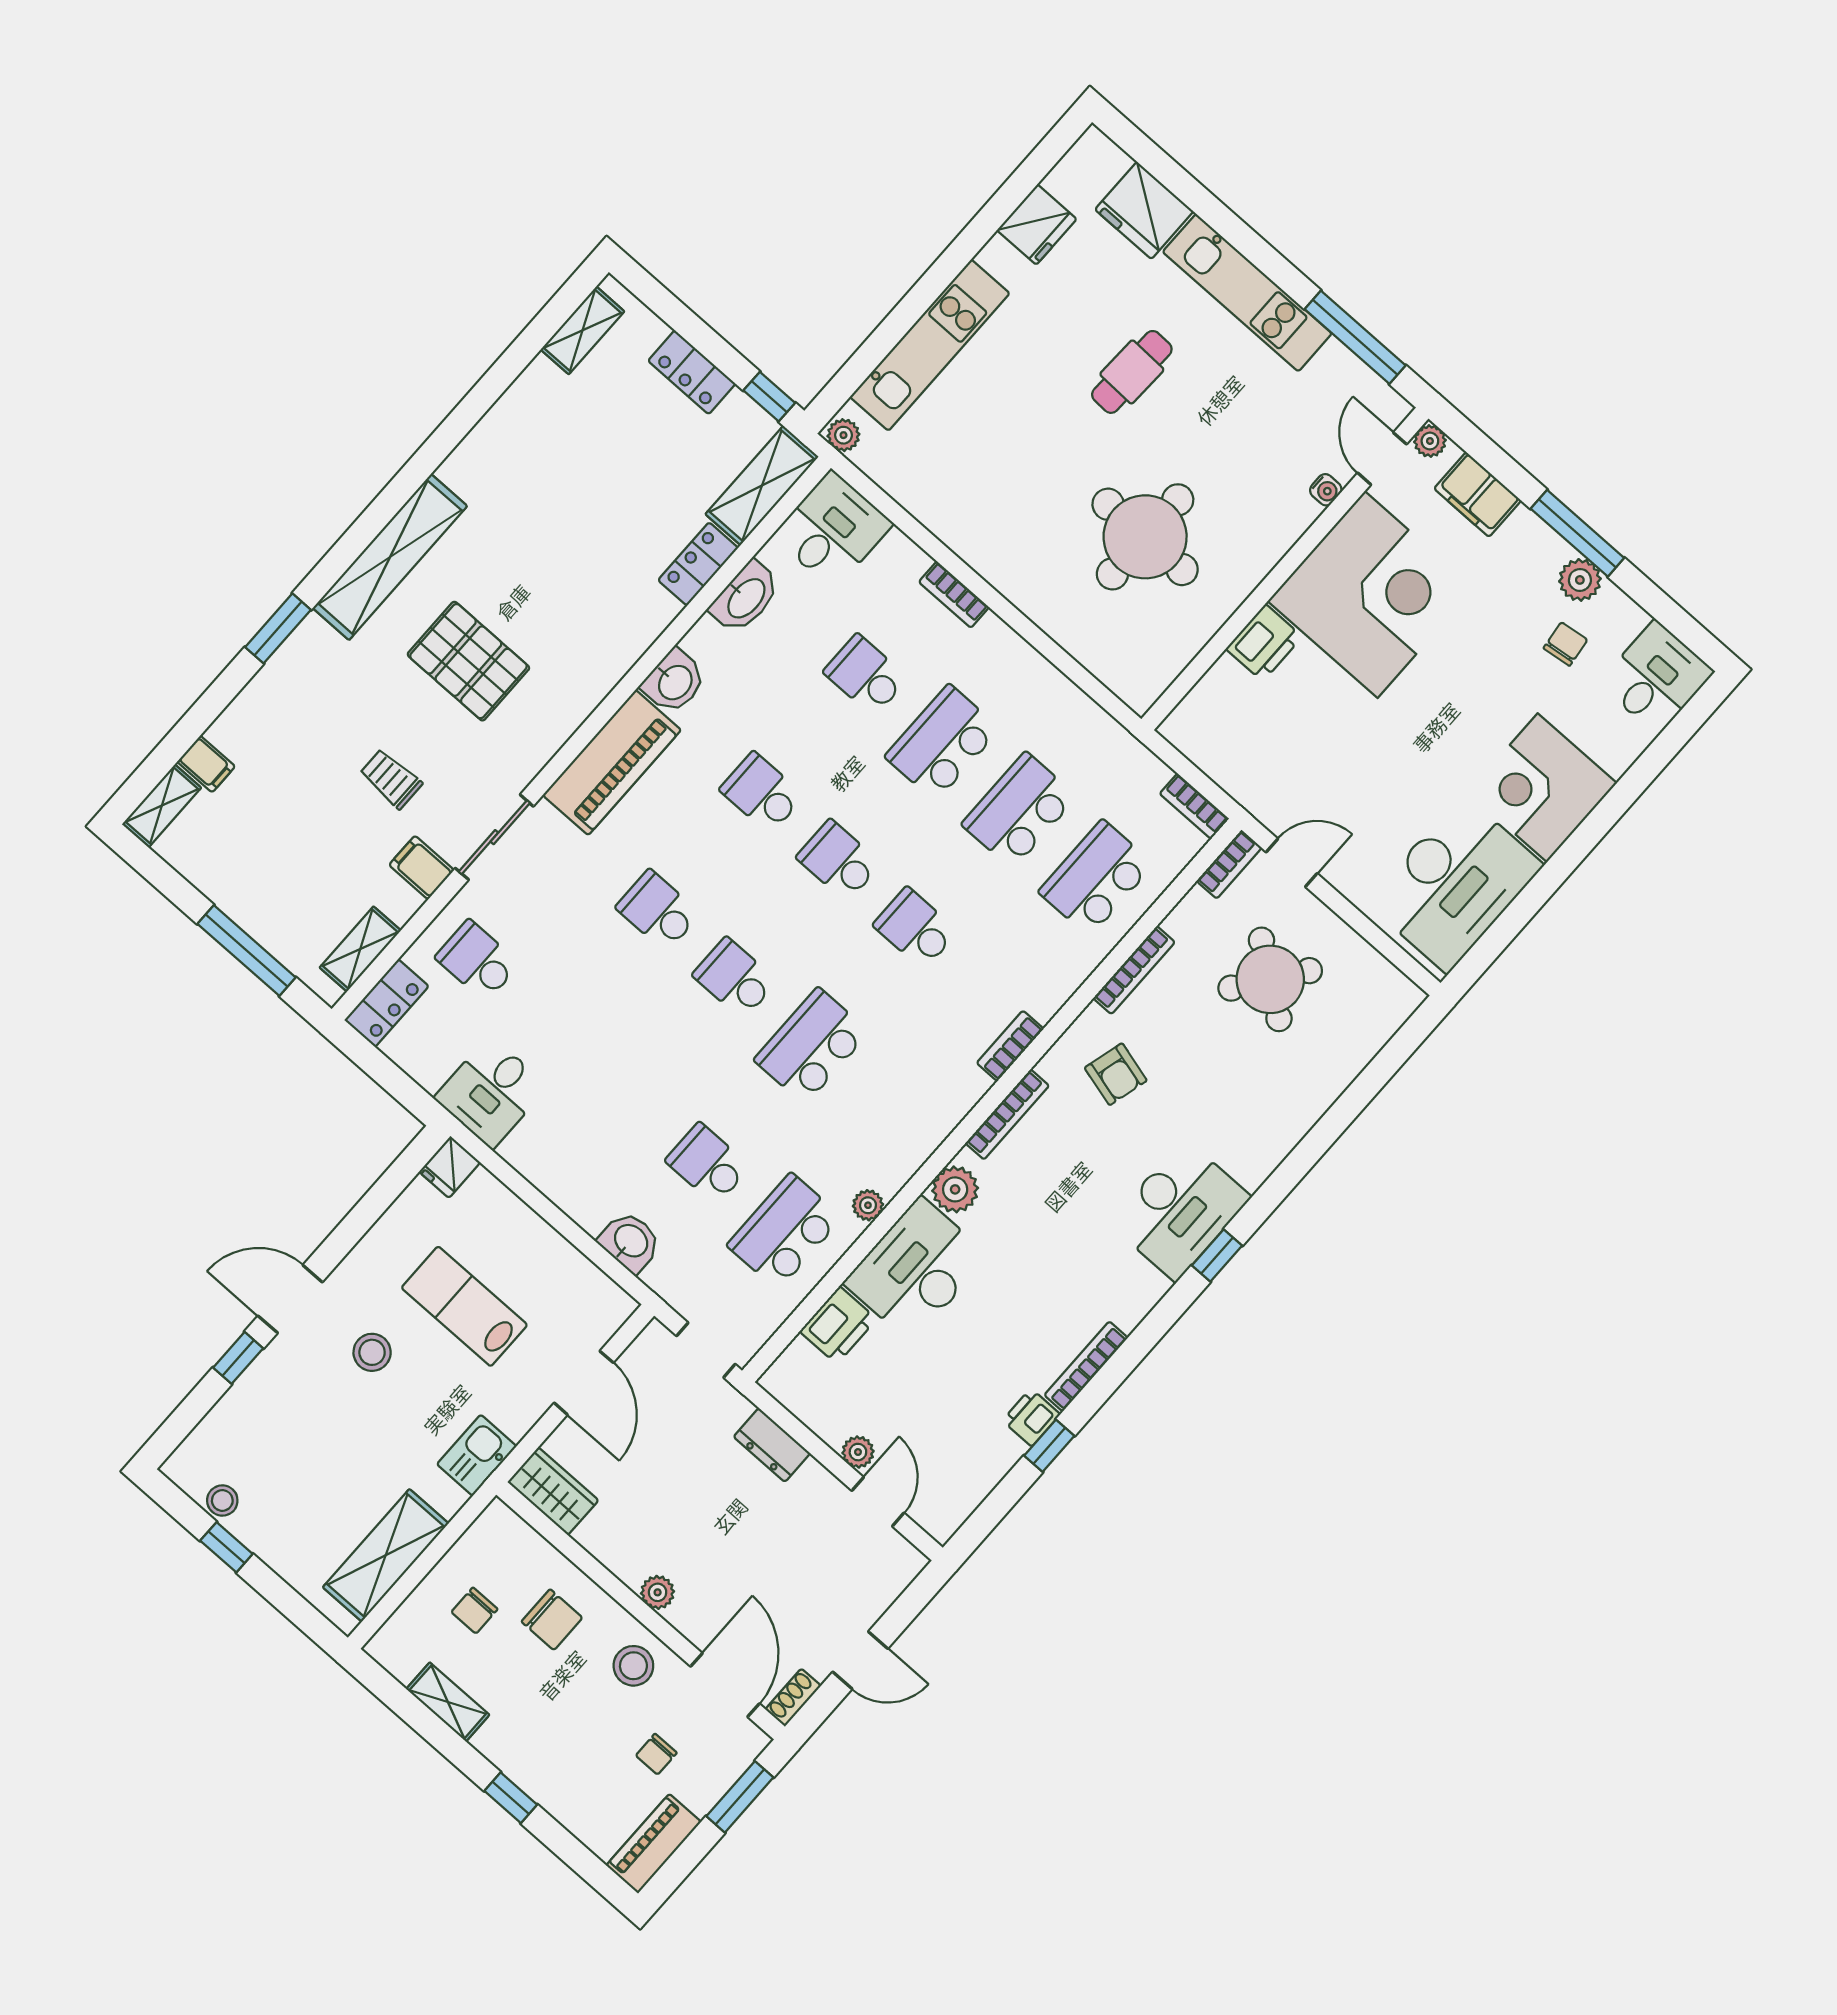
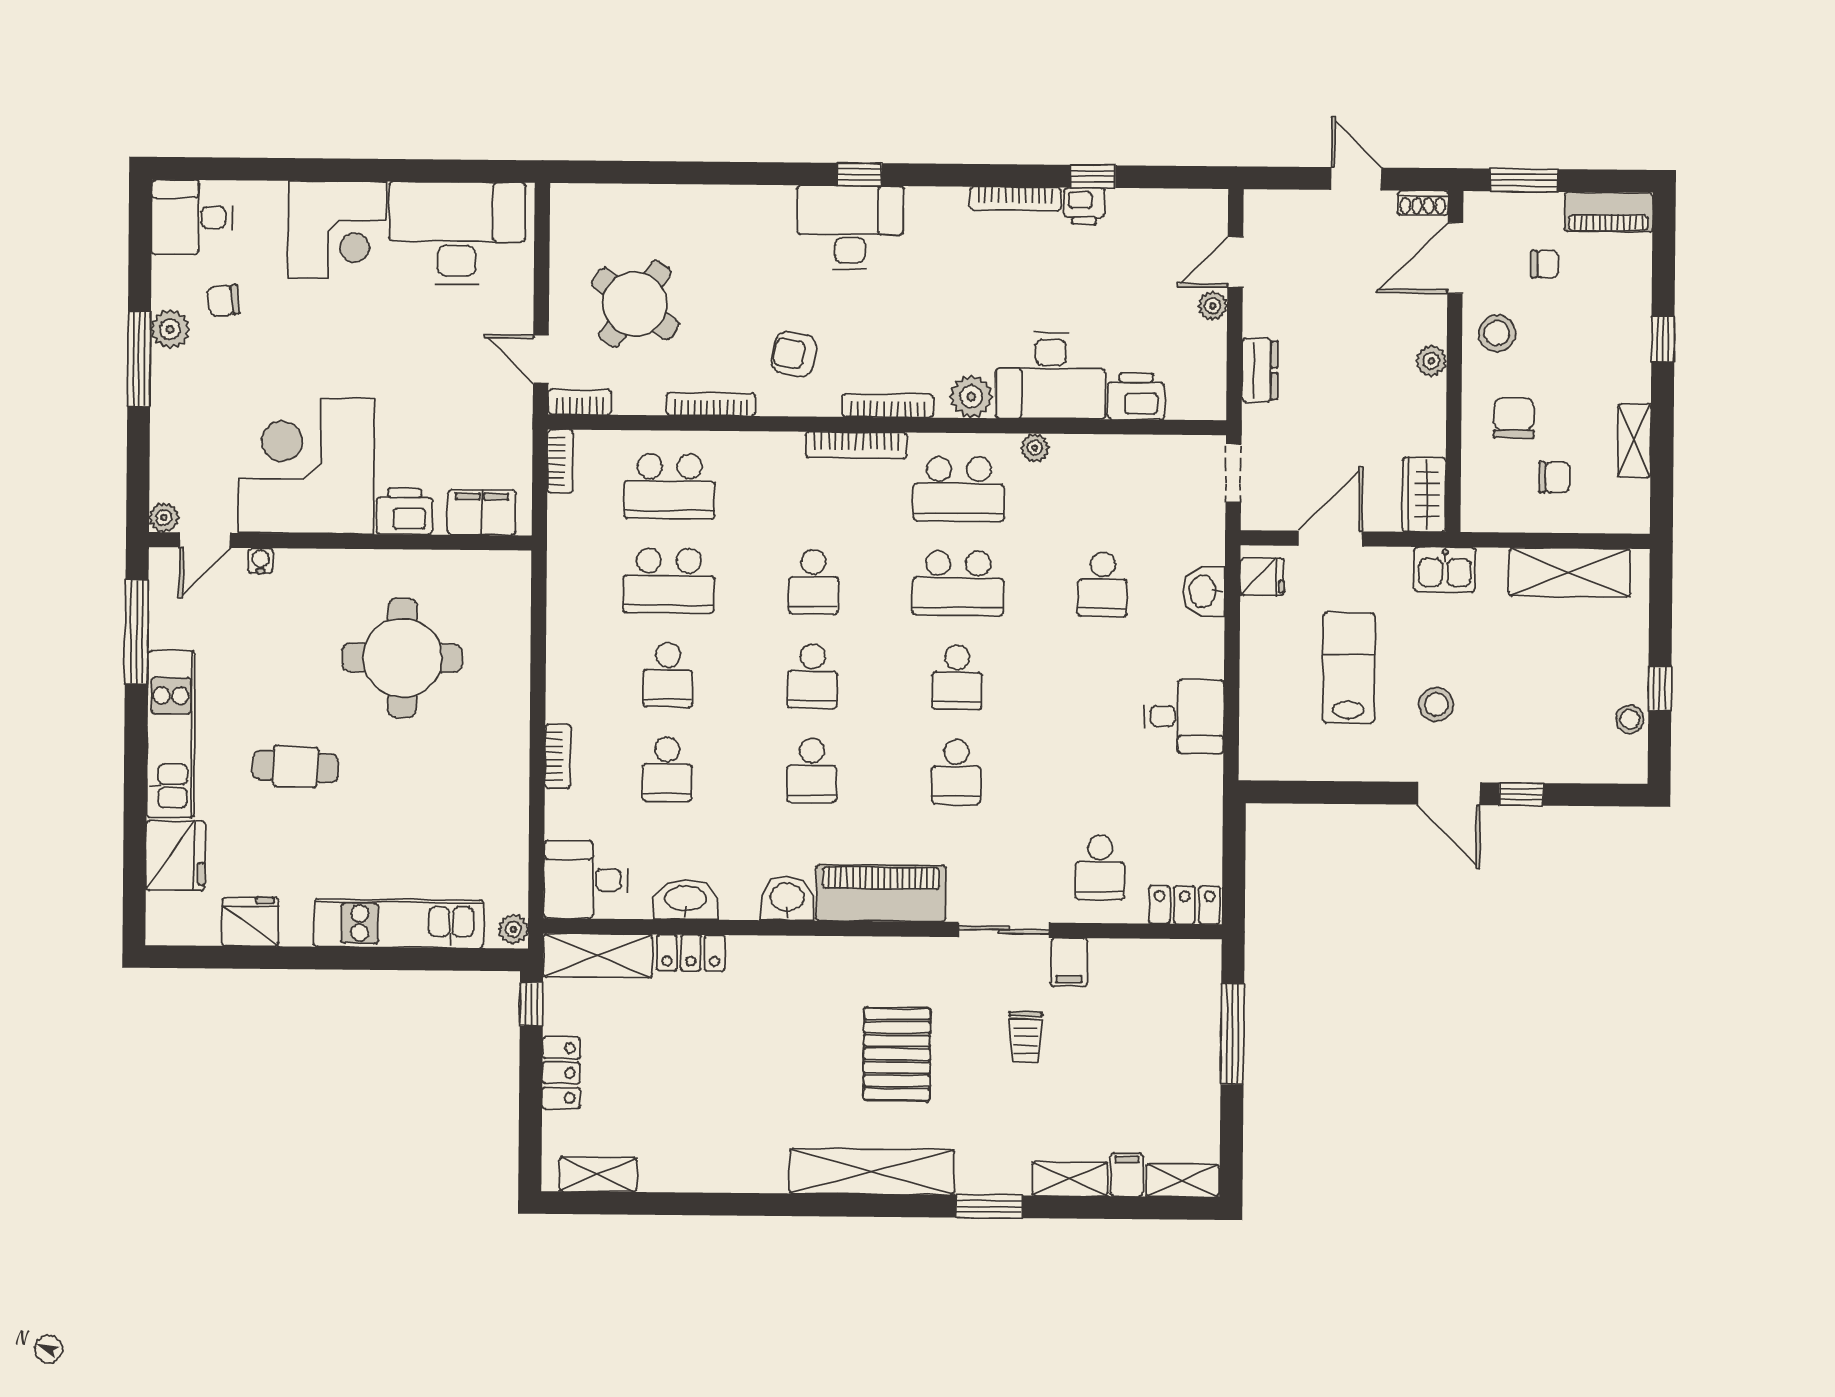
filing cabinet: (1478, 494) -> (482, 512), moved, turned -90
school desk: (942, 743) -> (668, 675), width x0.54
shelving: (360, 949) -> (1070, 1179), moved
bookcase: (1010, 1046) -> (856, 445), width x1.56
armchair: (1116, 1074) -> (794, 354), turned -95
desk: (491, 1092) -> (1184, 716), moved
fridge: (450, 1167) -> (1262, 577), moved
school desk: (784, 1231) -> (959, 489), moved
lab bench: (464, 1306) -> (1349, 668), turned 180

